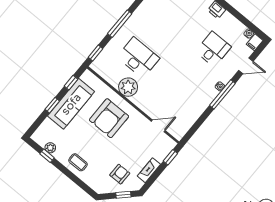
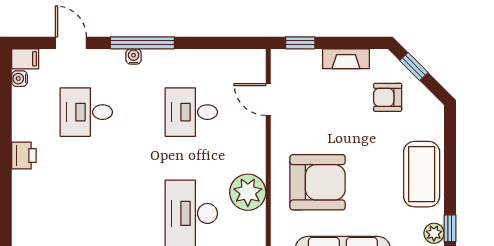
desk: (179, 91) -> (191, 112), added
coffee table: (78, 162) -> (422, 174), width x1.86, depth x1.72

